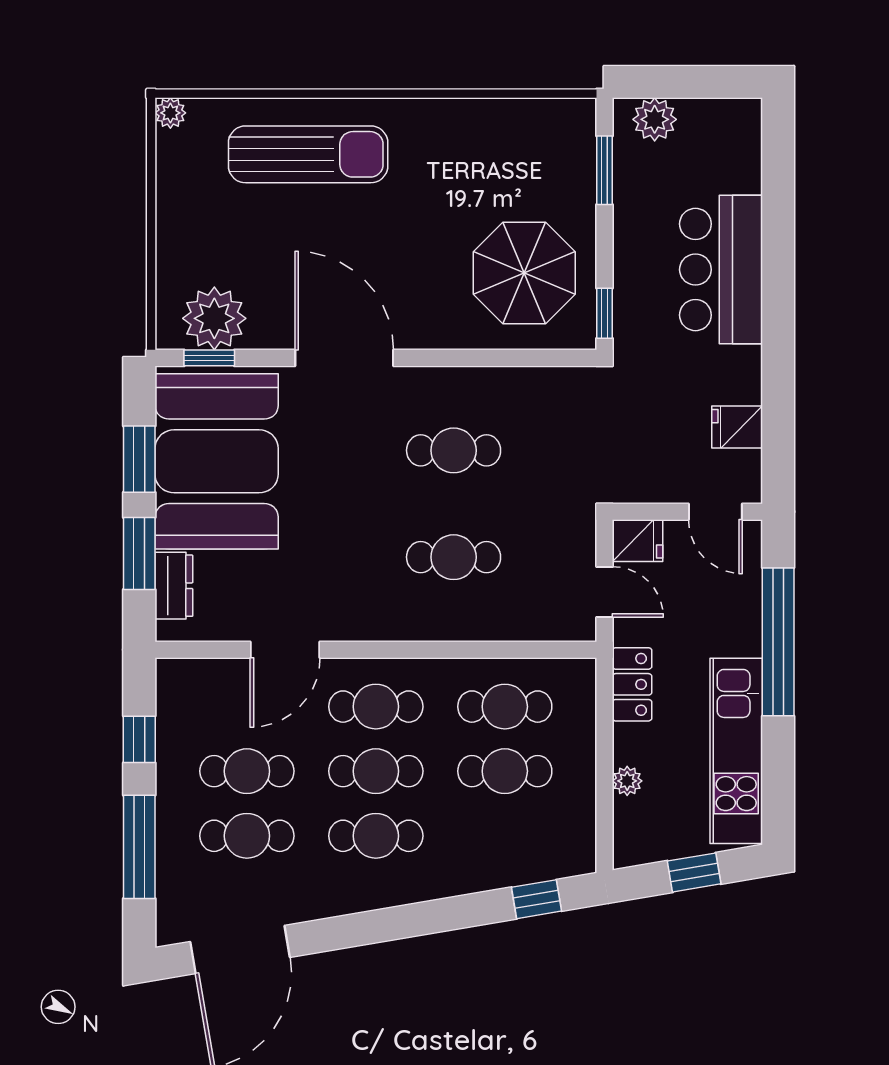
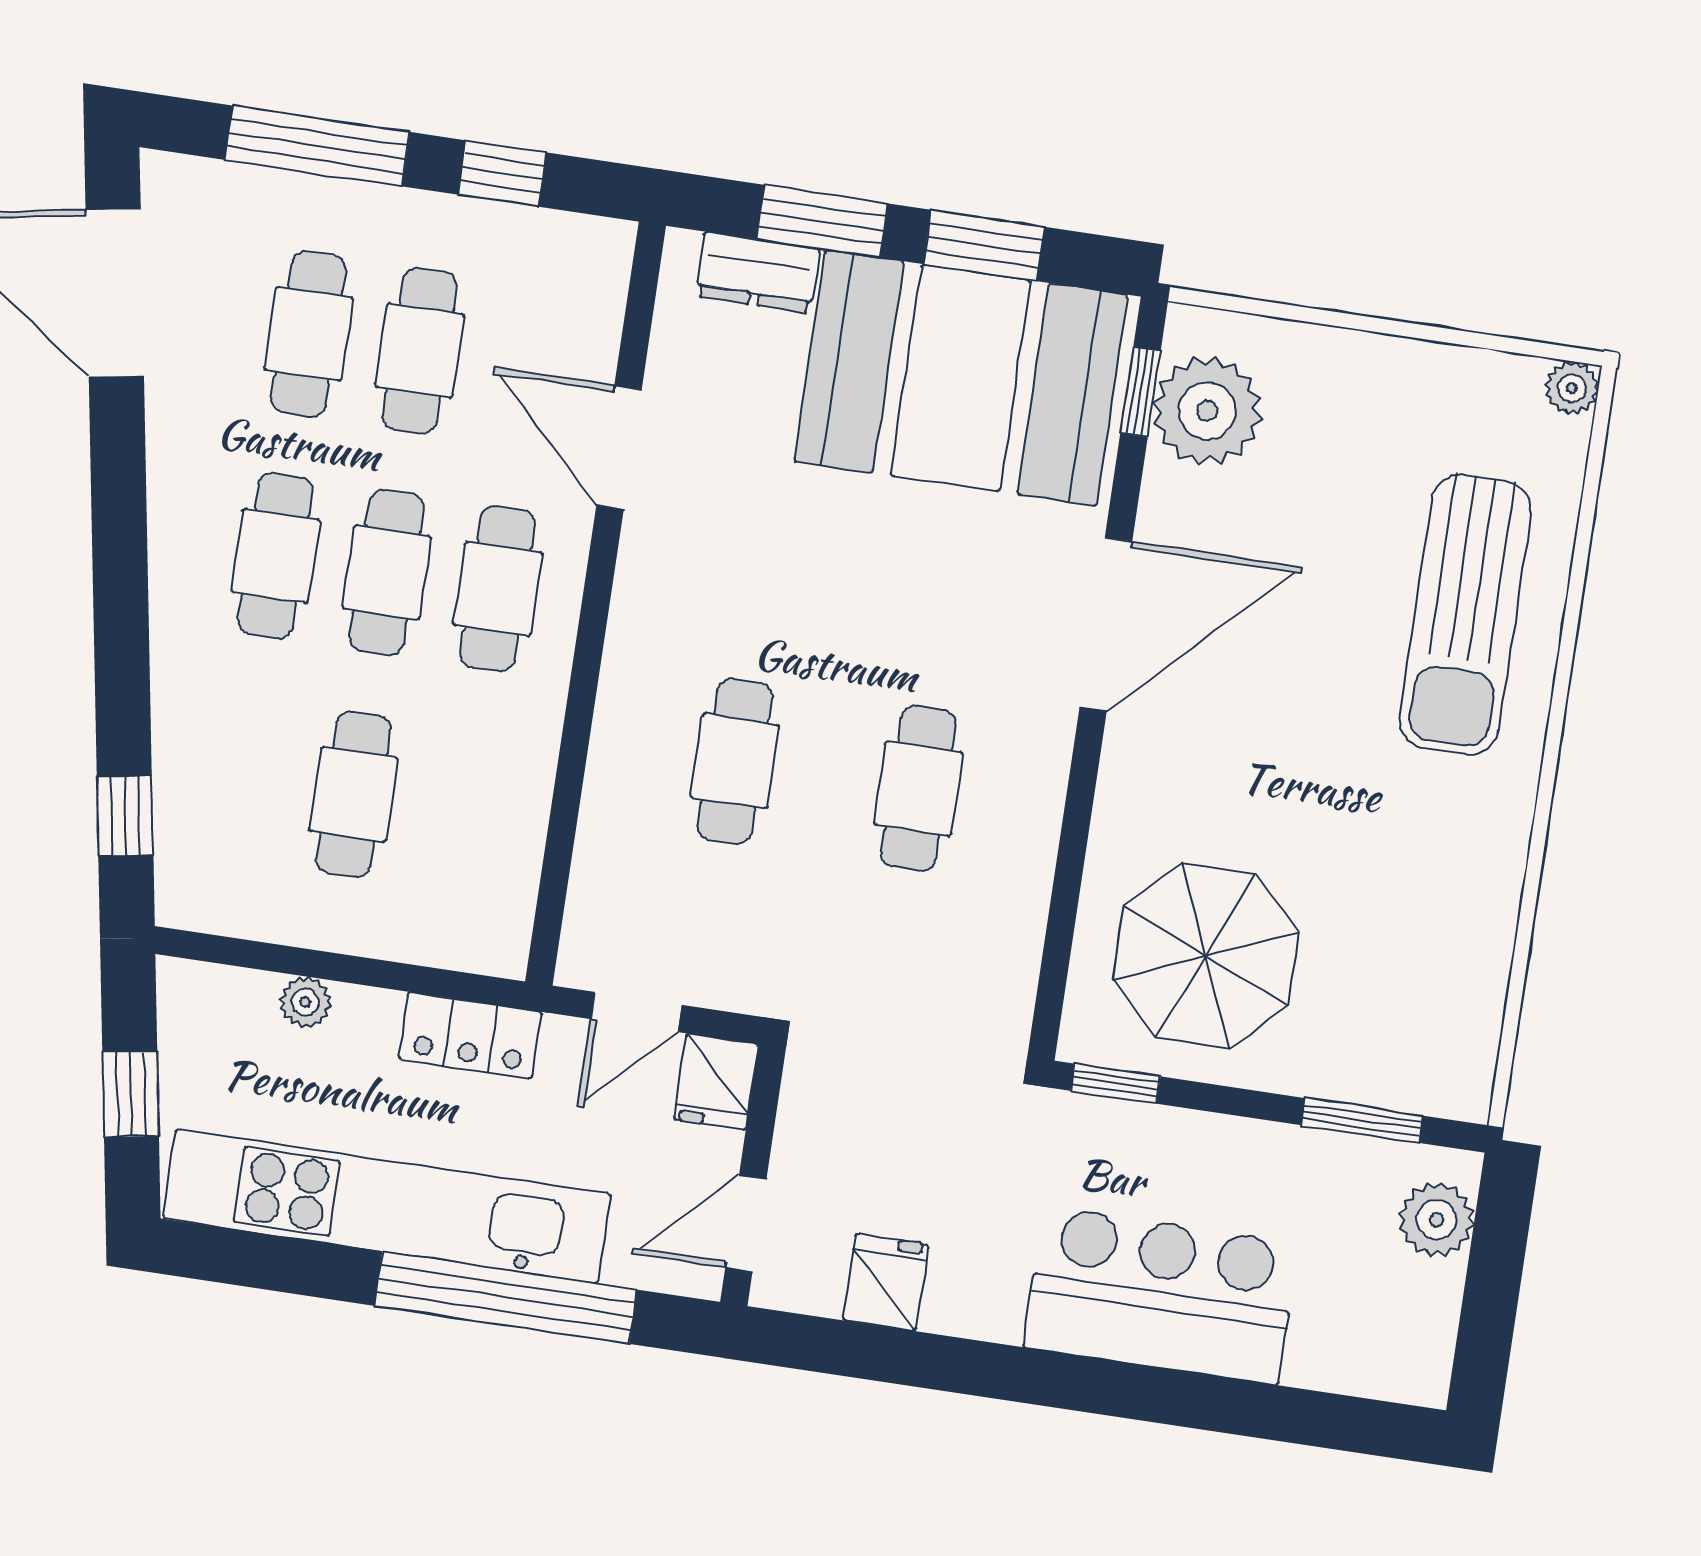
cafe table: (505, 707) -> (465, 811), removed
kitchen unit: (736, 751) -> (387, 1206), width x1.36

